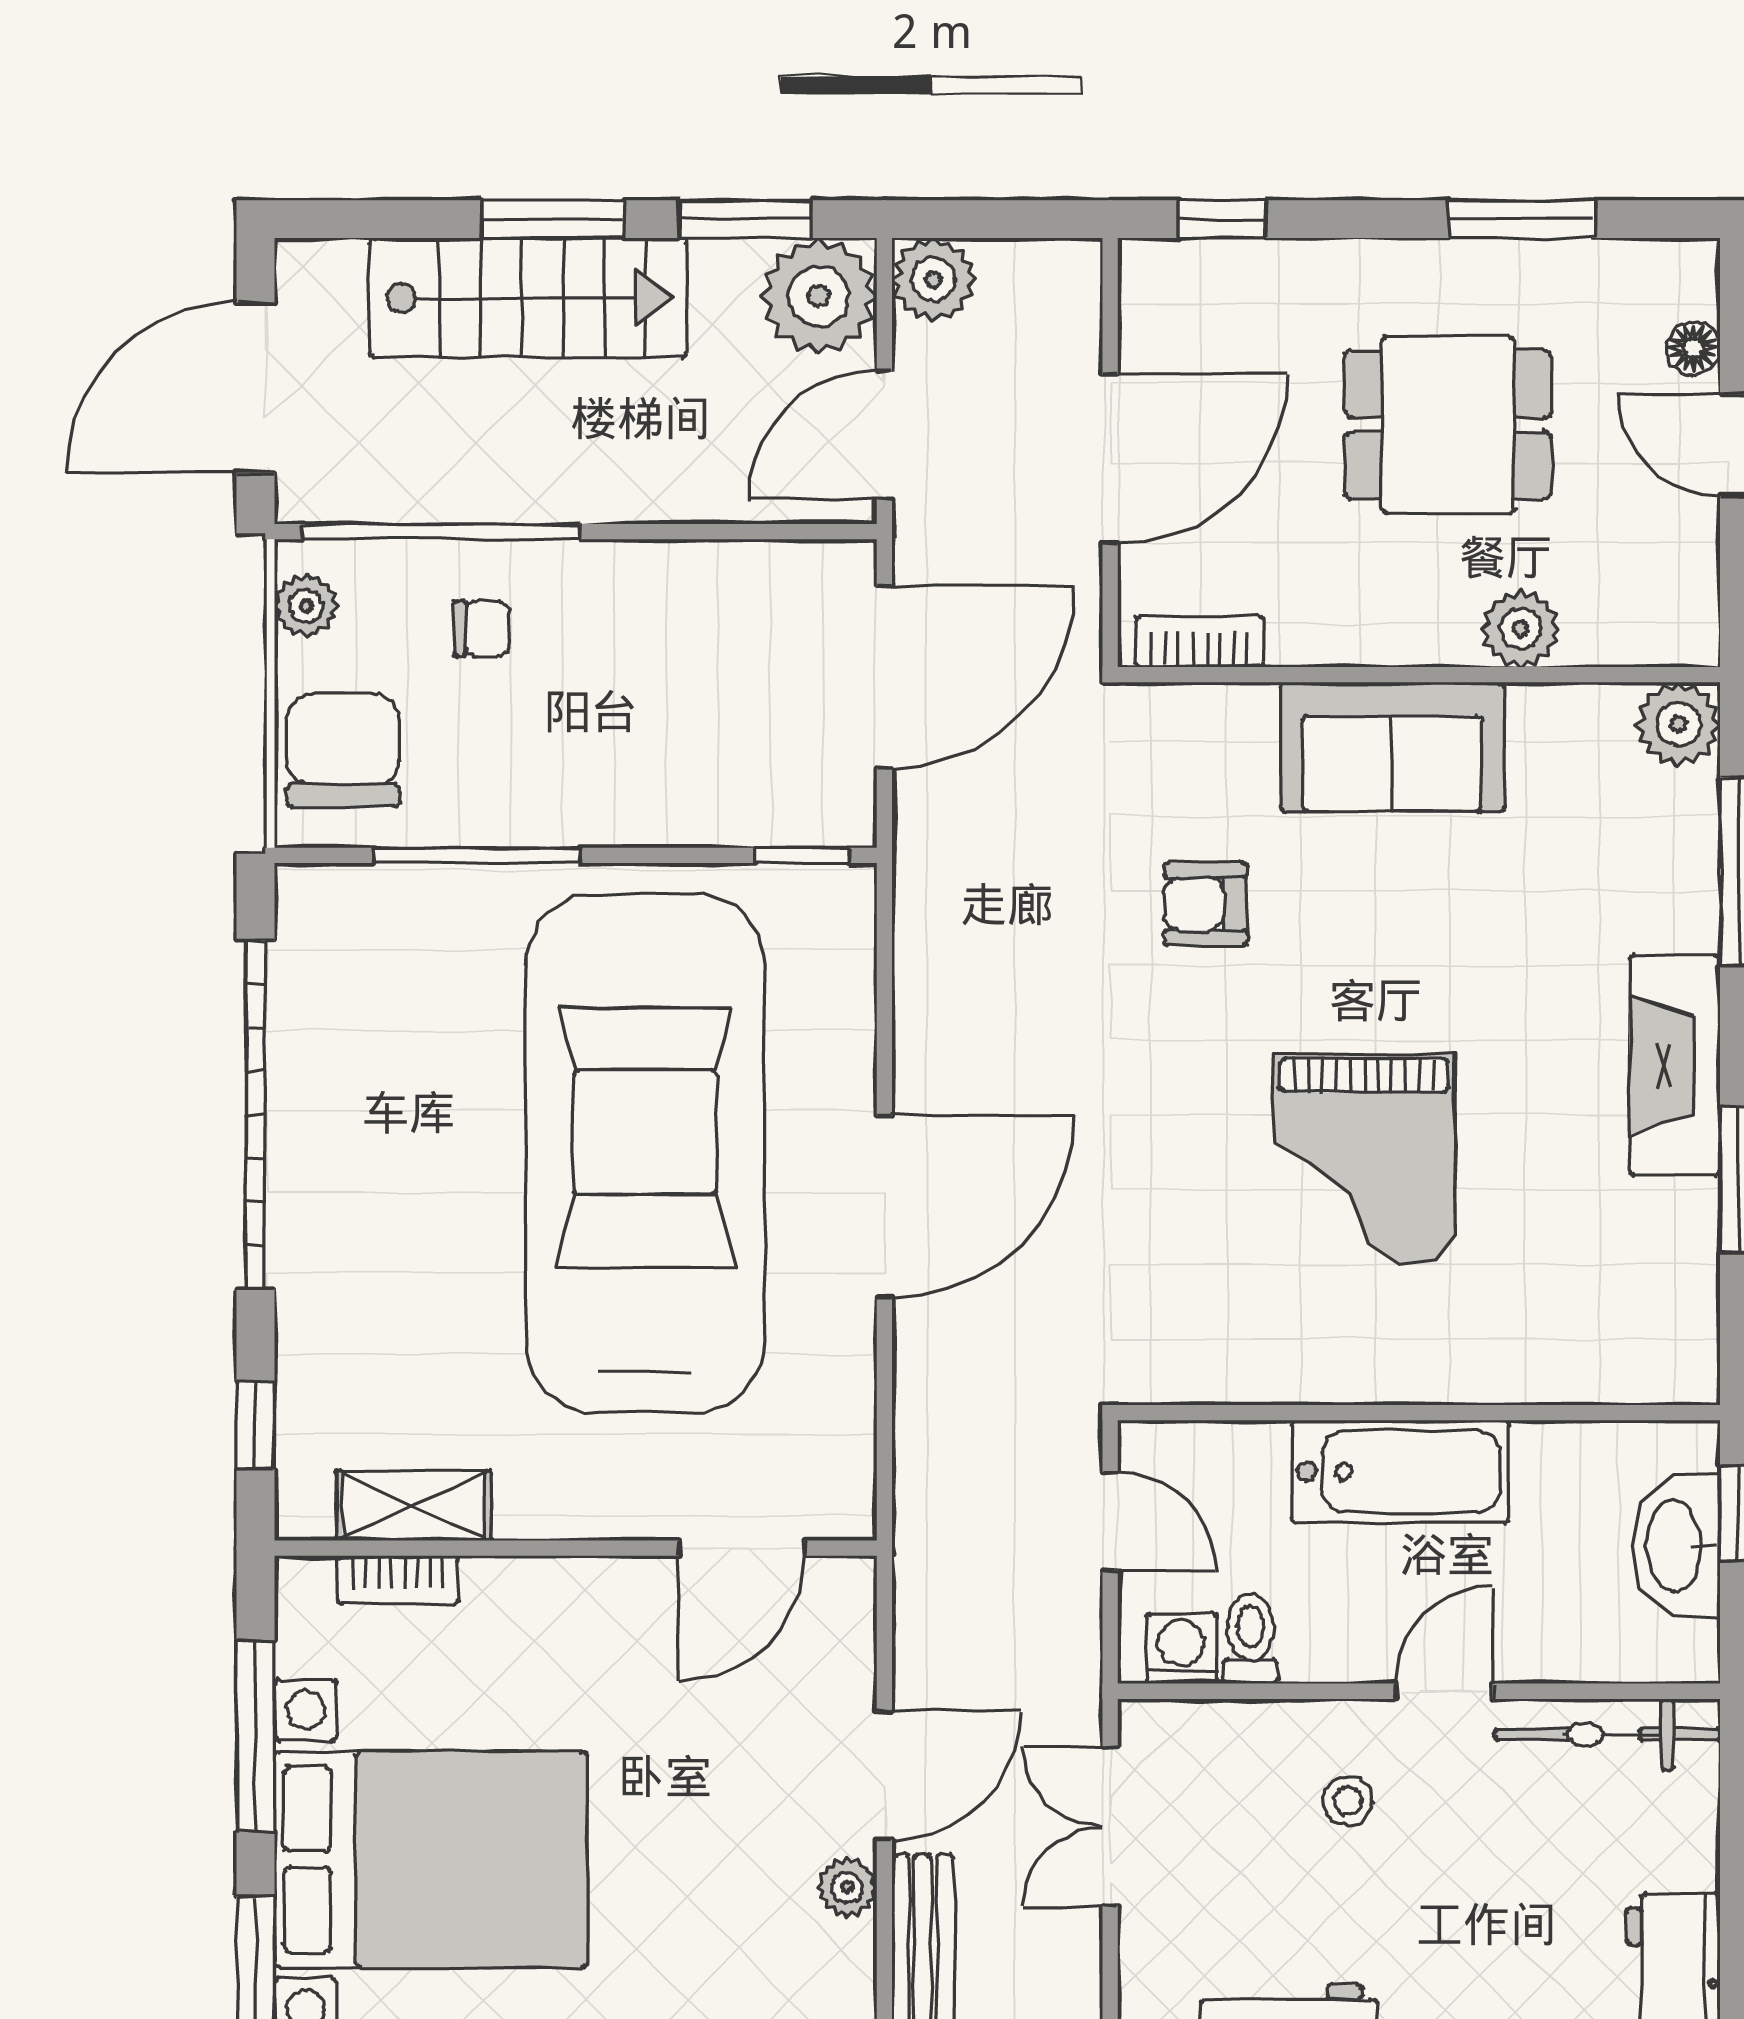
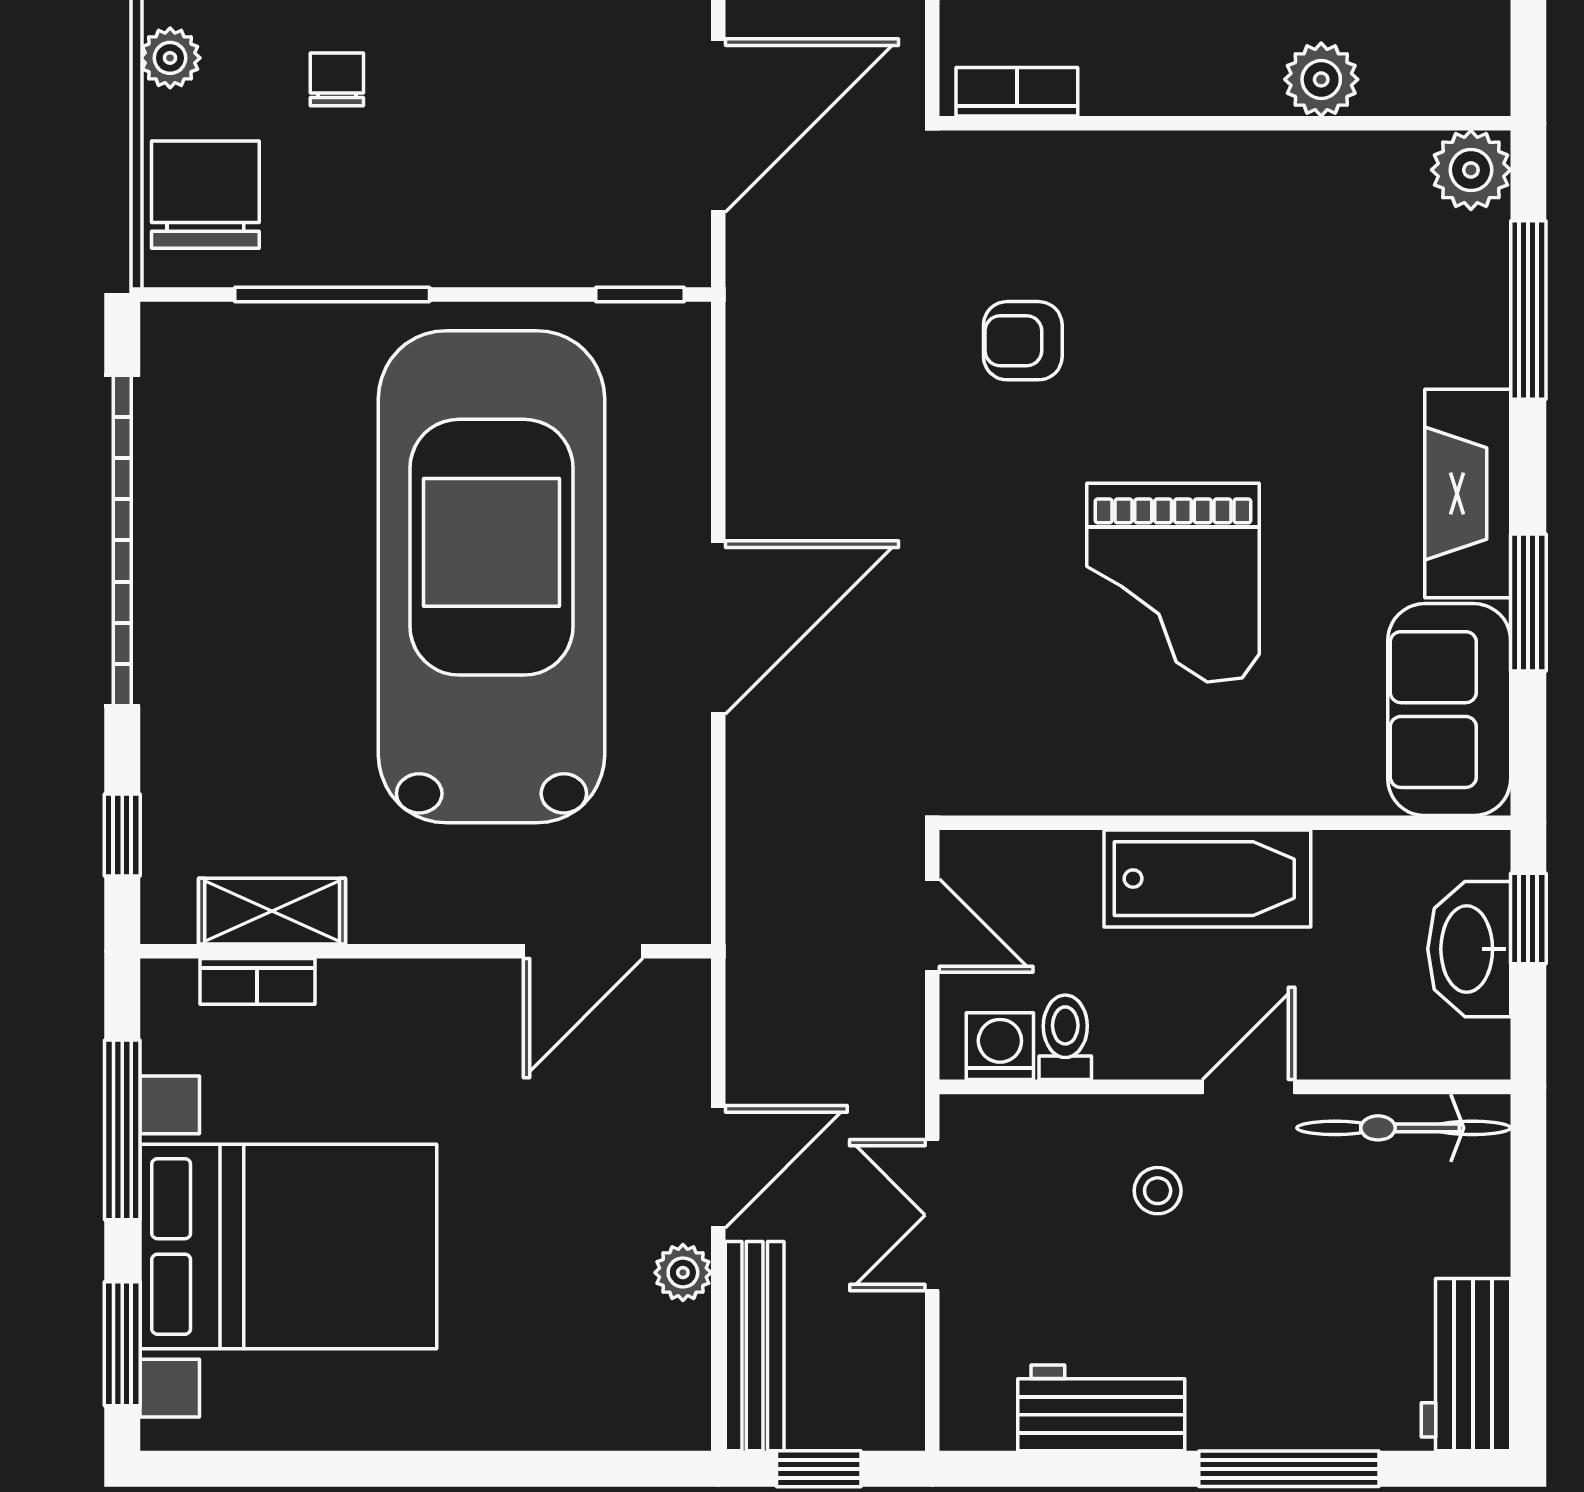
chair: (482, 629) -> (337, 79), turned -90
sofa: (1392, 747) -> (1449, 710), moved, turned 90

